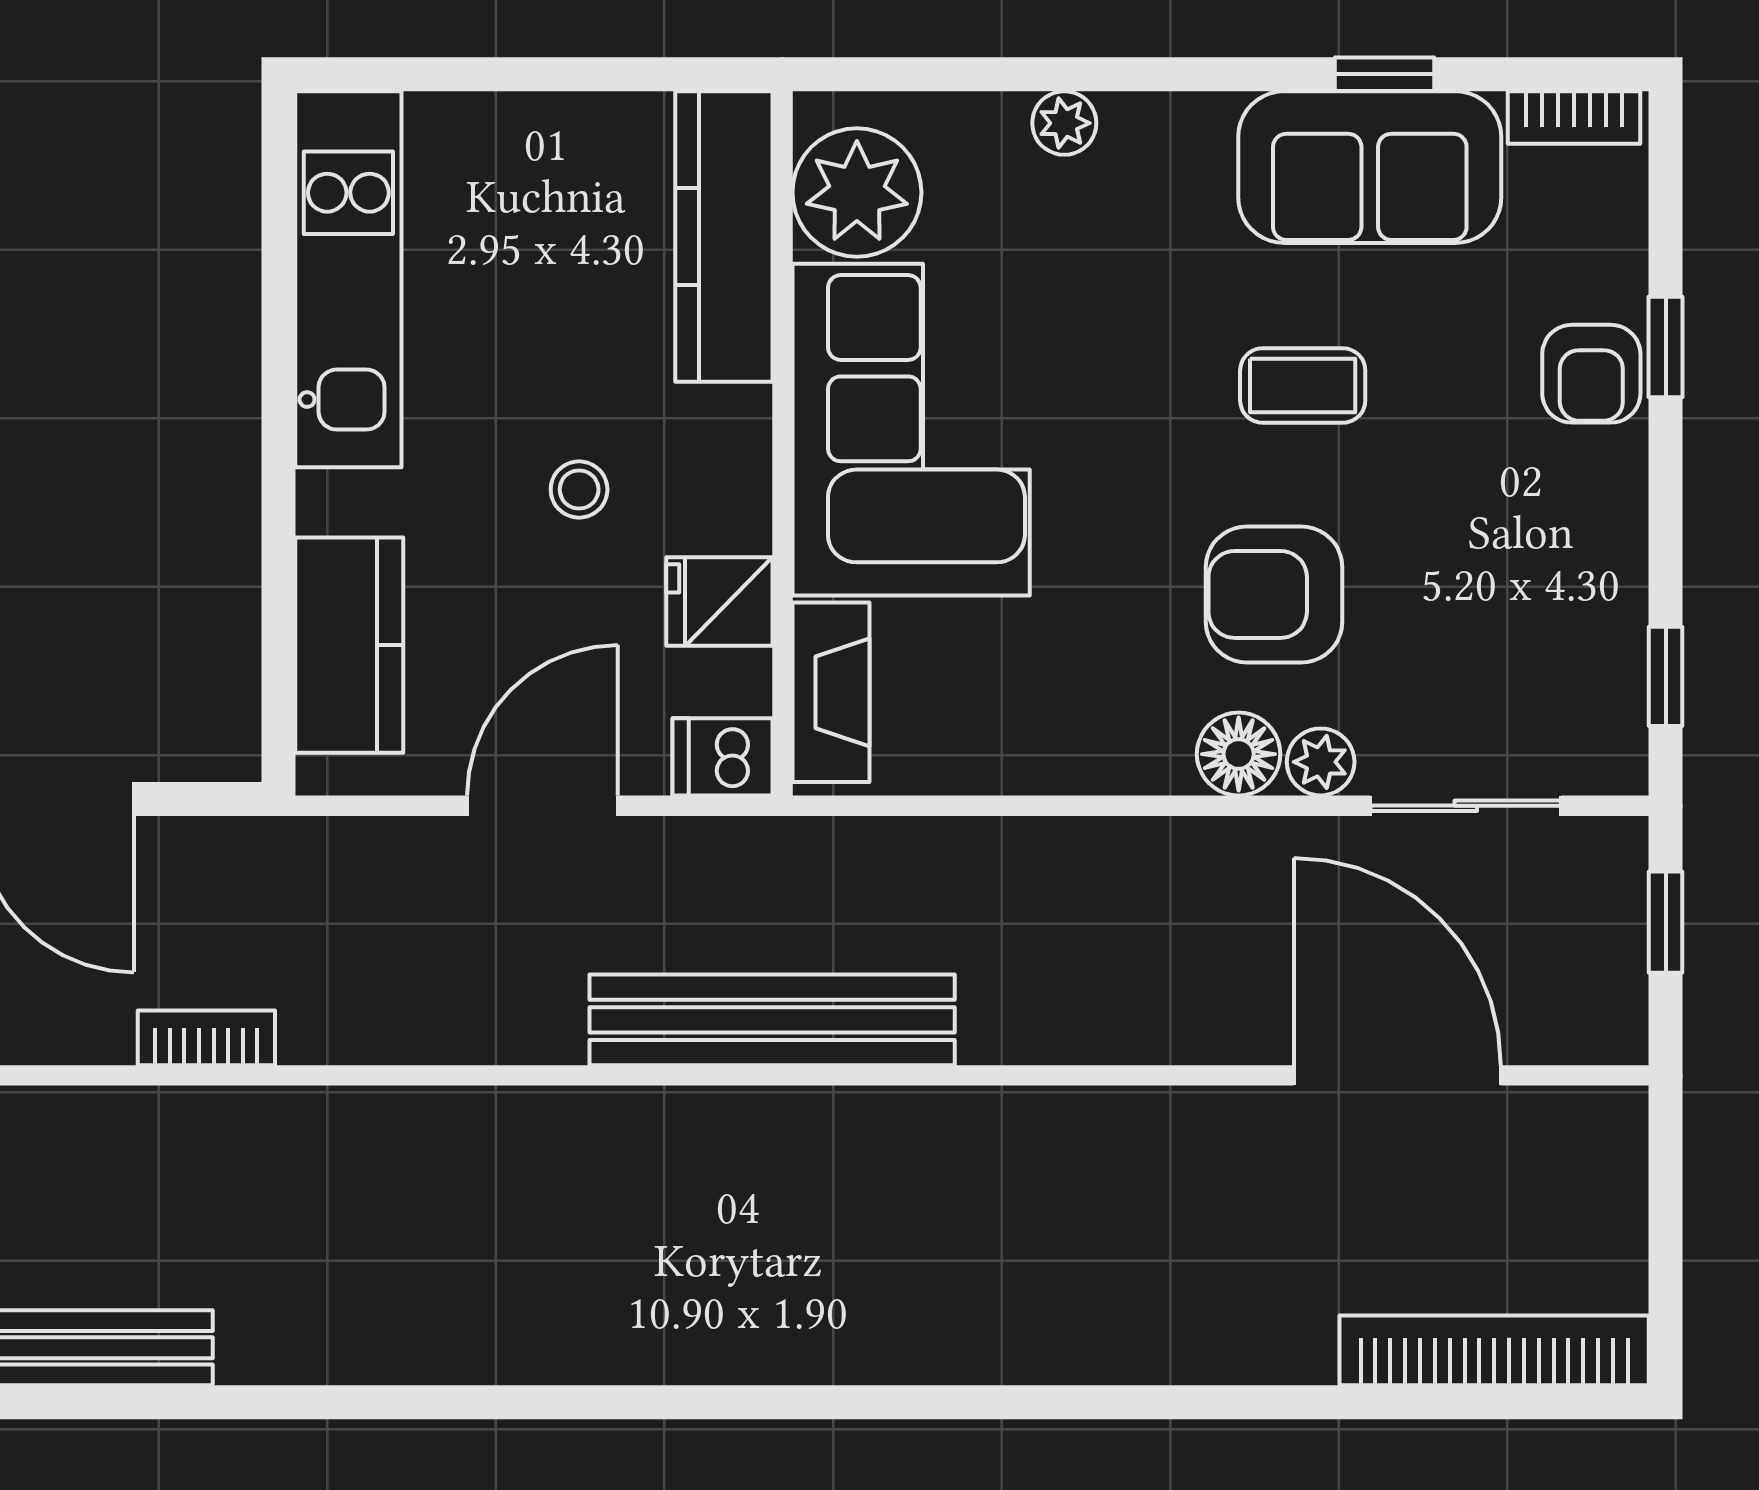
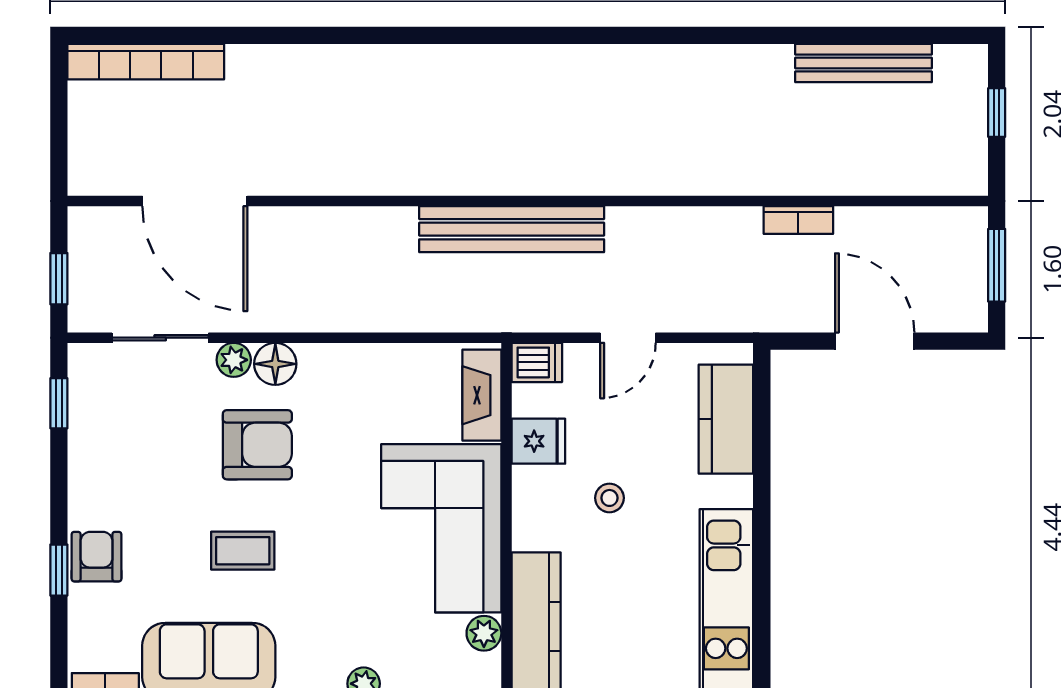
plant: (857, 192) -> (484, 633), width x0.53, depth x0.53
door: (543, 806) -> (628, 338), width x0.73

